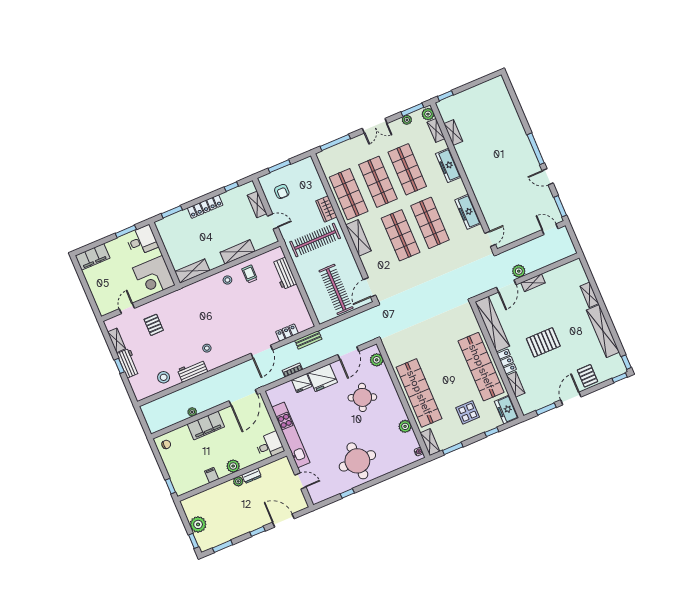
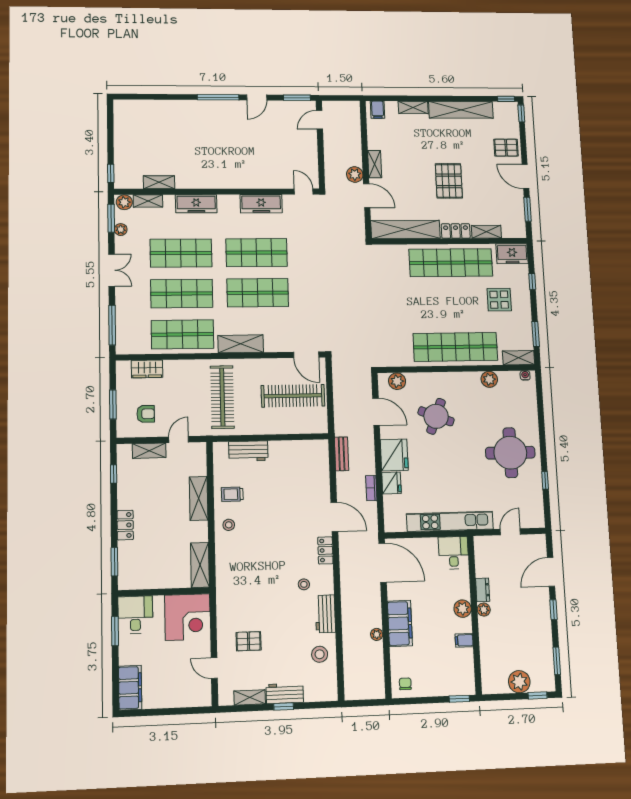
locker: (205, 207) -> (125, 525), width x0.66
wardrobe: (326, 209) -> (147, 369), moved
filing cabinet: (576, 269) -> (378, 110), added
locker: (287, 333) -> (325, 550), moved

